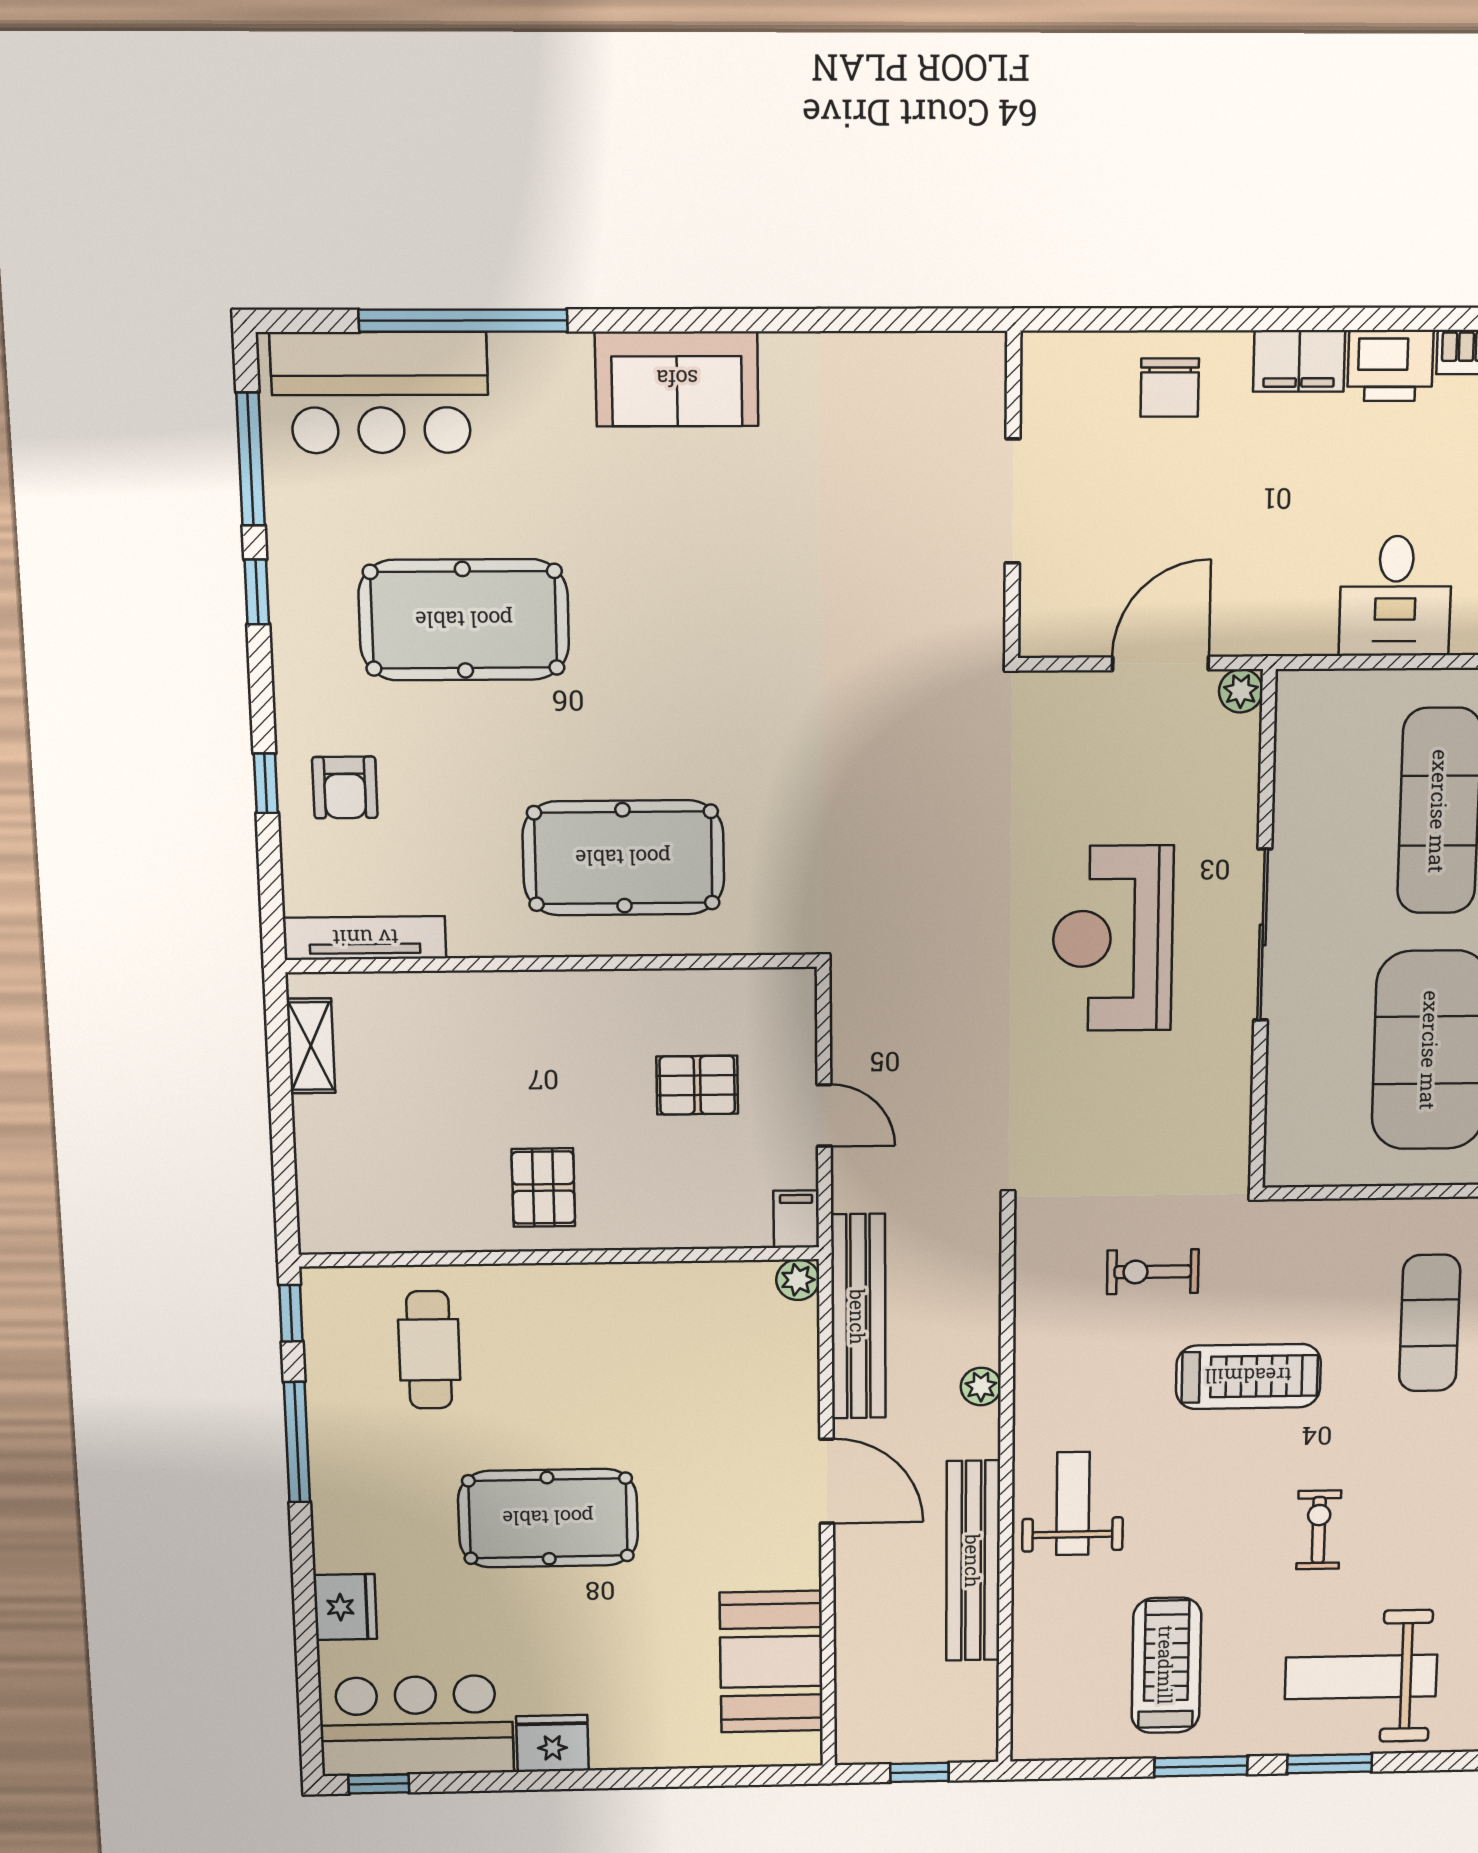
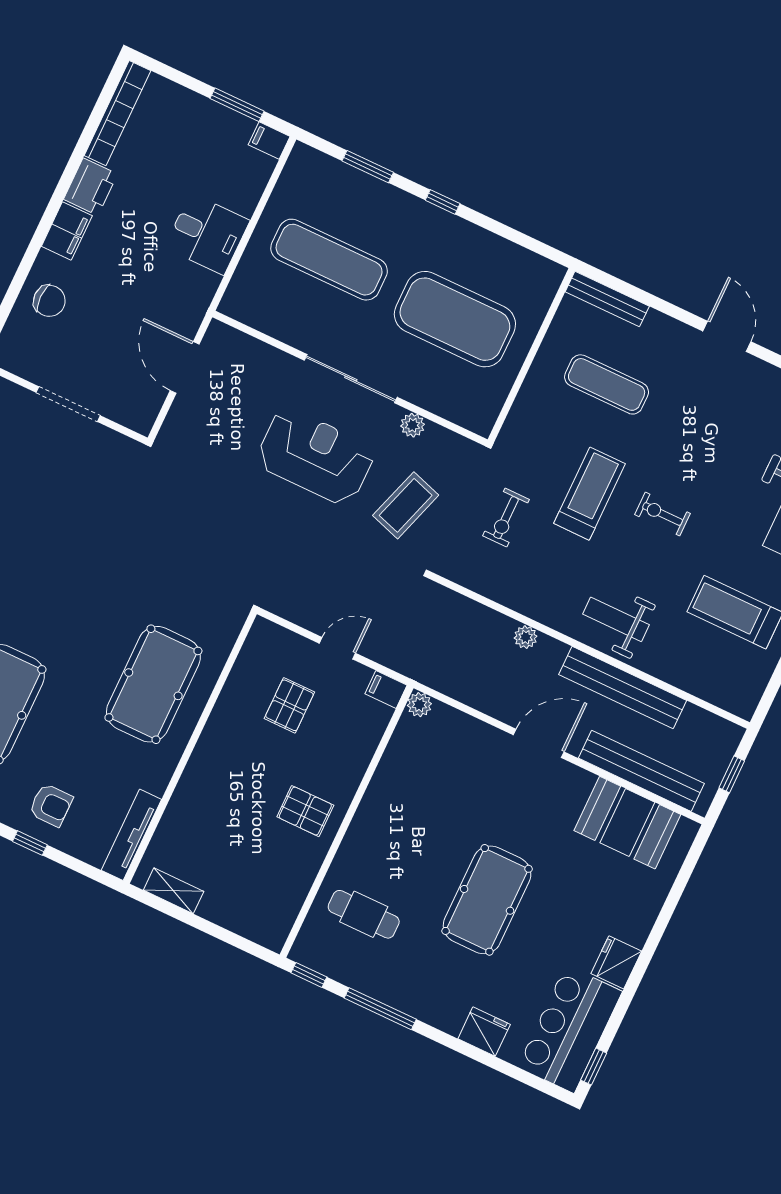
plant: (1241, 691) -> (413, 425), moved
reception desk: (1113, 939) -> (315, 456), turned 180
coffee table: (1100, 1113) -> (406, 505), added
bench: (858, 1317) -> (641, 771), moved
exercise bike: (1319, 1530) -> (663, 514), moved

